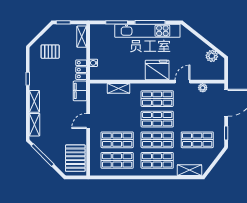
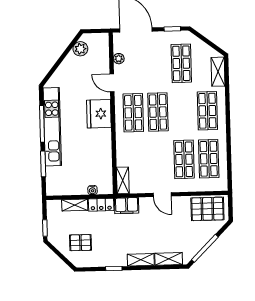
shelving: (82, 37) -> (75, 205), moved
pallet: (50, 52) -> (80, 243), turned 90
shelving: (119, 88) -> (123, 180), moved
shop shelf: (157, 140) -> (183, 111), removed

